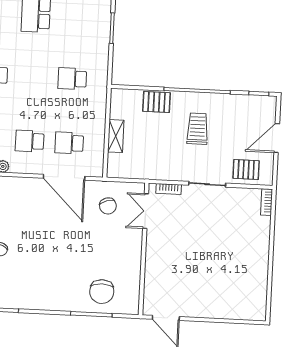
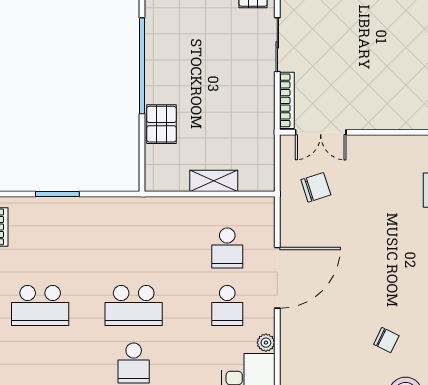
school desk: (72, 79) -> (134, 306), moved, width x1.85
trolley: (198, 129) -> (197, 63), removed
door: (64, 177) -> (277, 278), moved
bookcase: (169, 189) -> (287, 100), width x1.56

